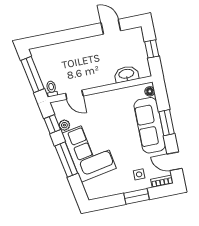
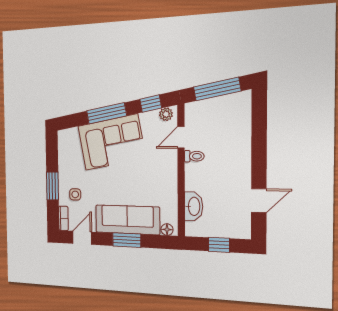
toilet: (52, 89) -> (194, 156), moved
plant: (64, 125) -> (166, 114), moved

